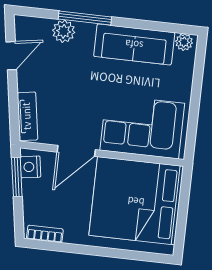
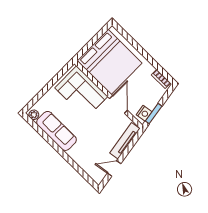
window: (85, 18) -> (69, 160), removed
plant: (64, 31) -> (83, 161), removed
tv unit: (27, 116) -> (125, 141), width x1.41
door: (76, 151) -> (119, 104), hinge flipped

